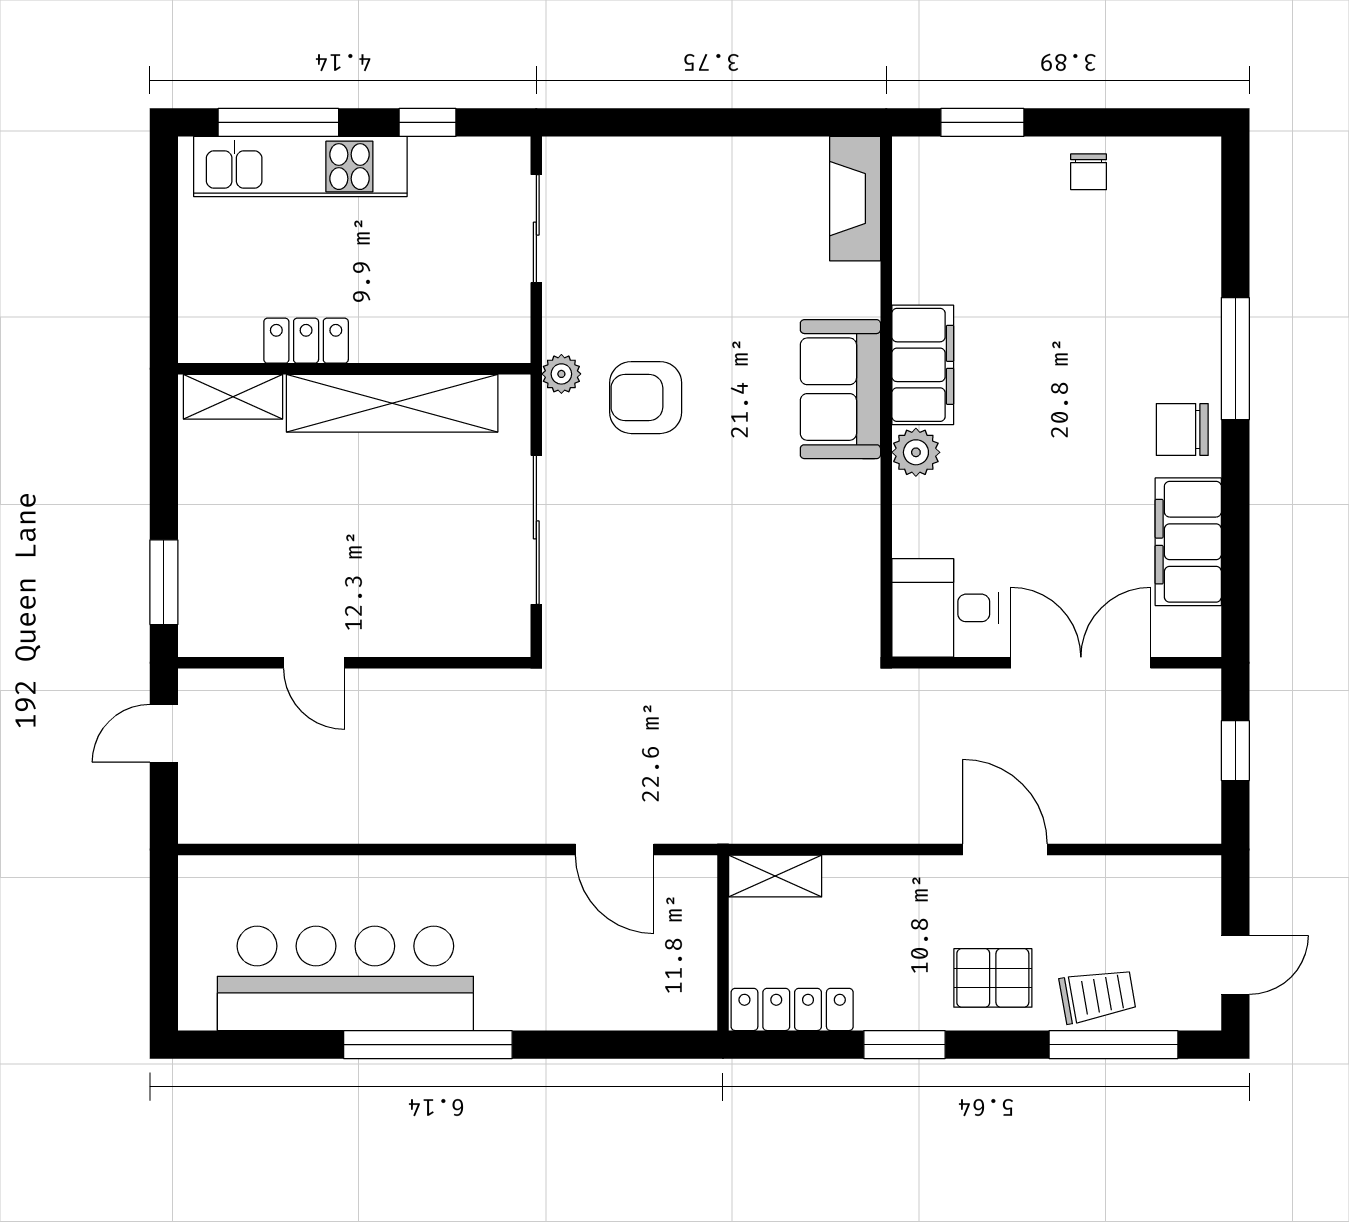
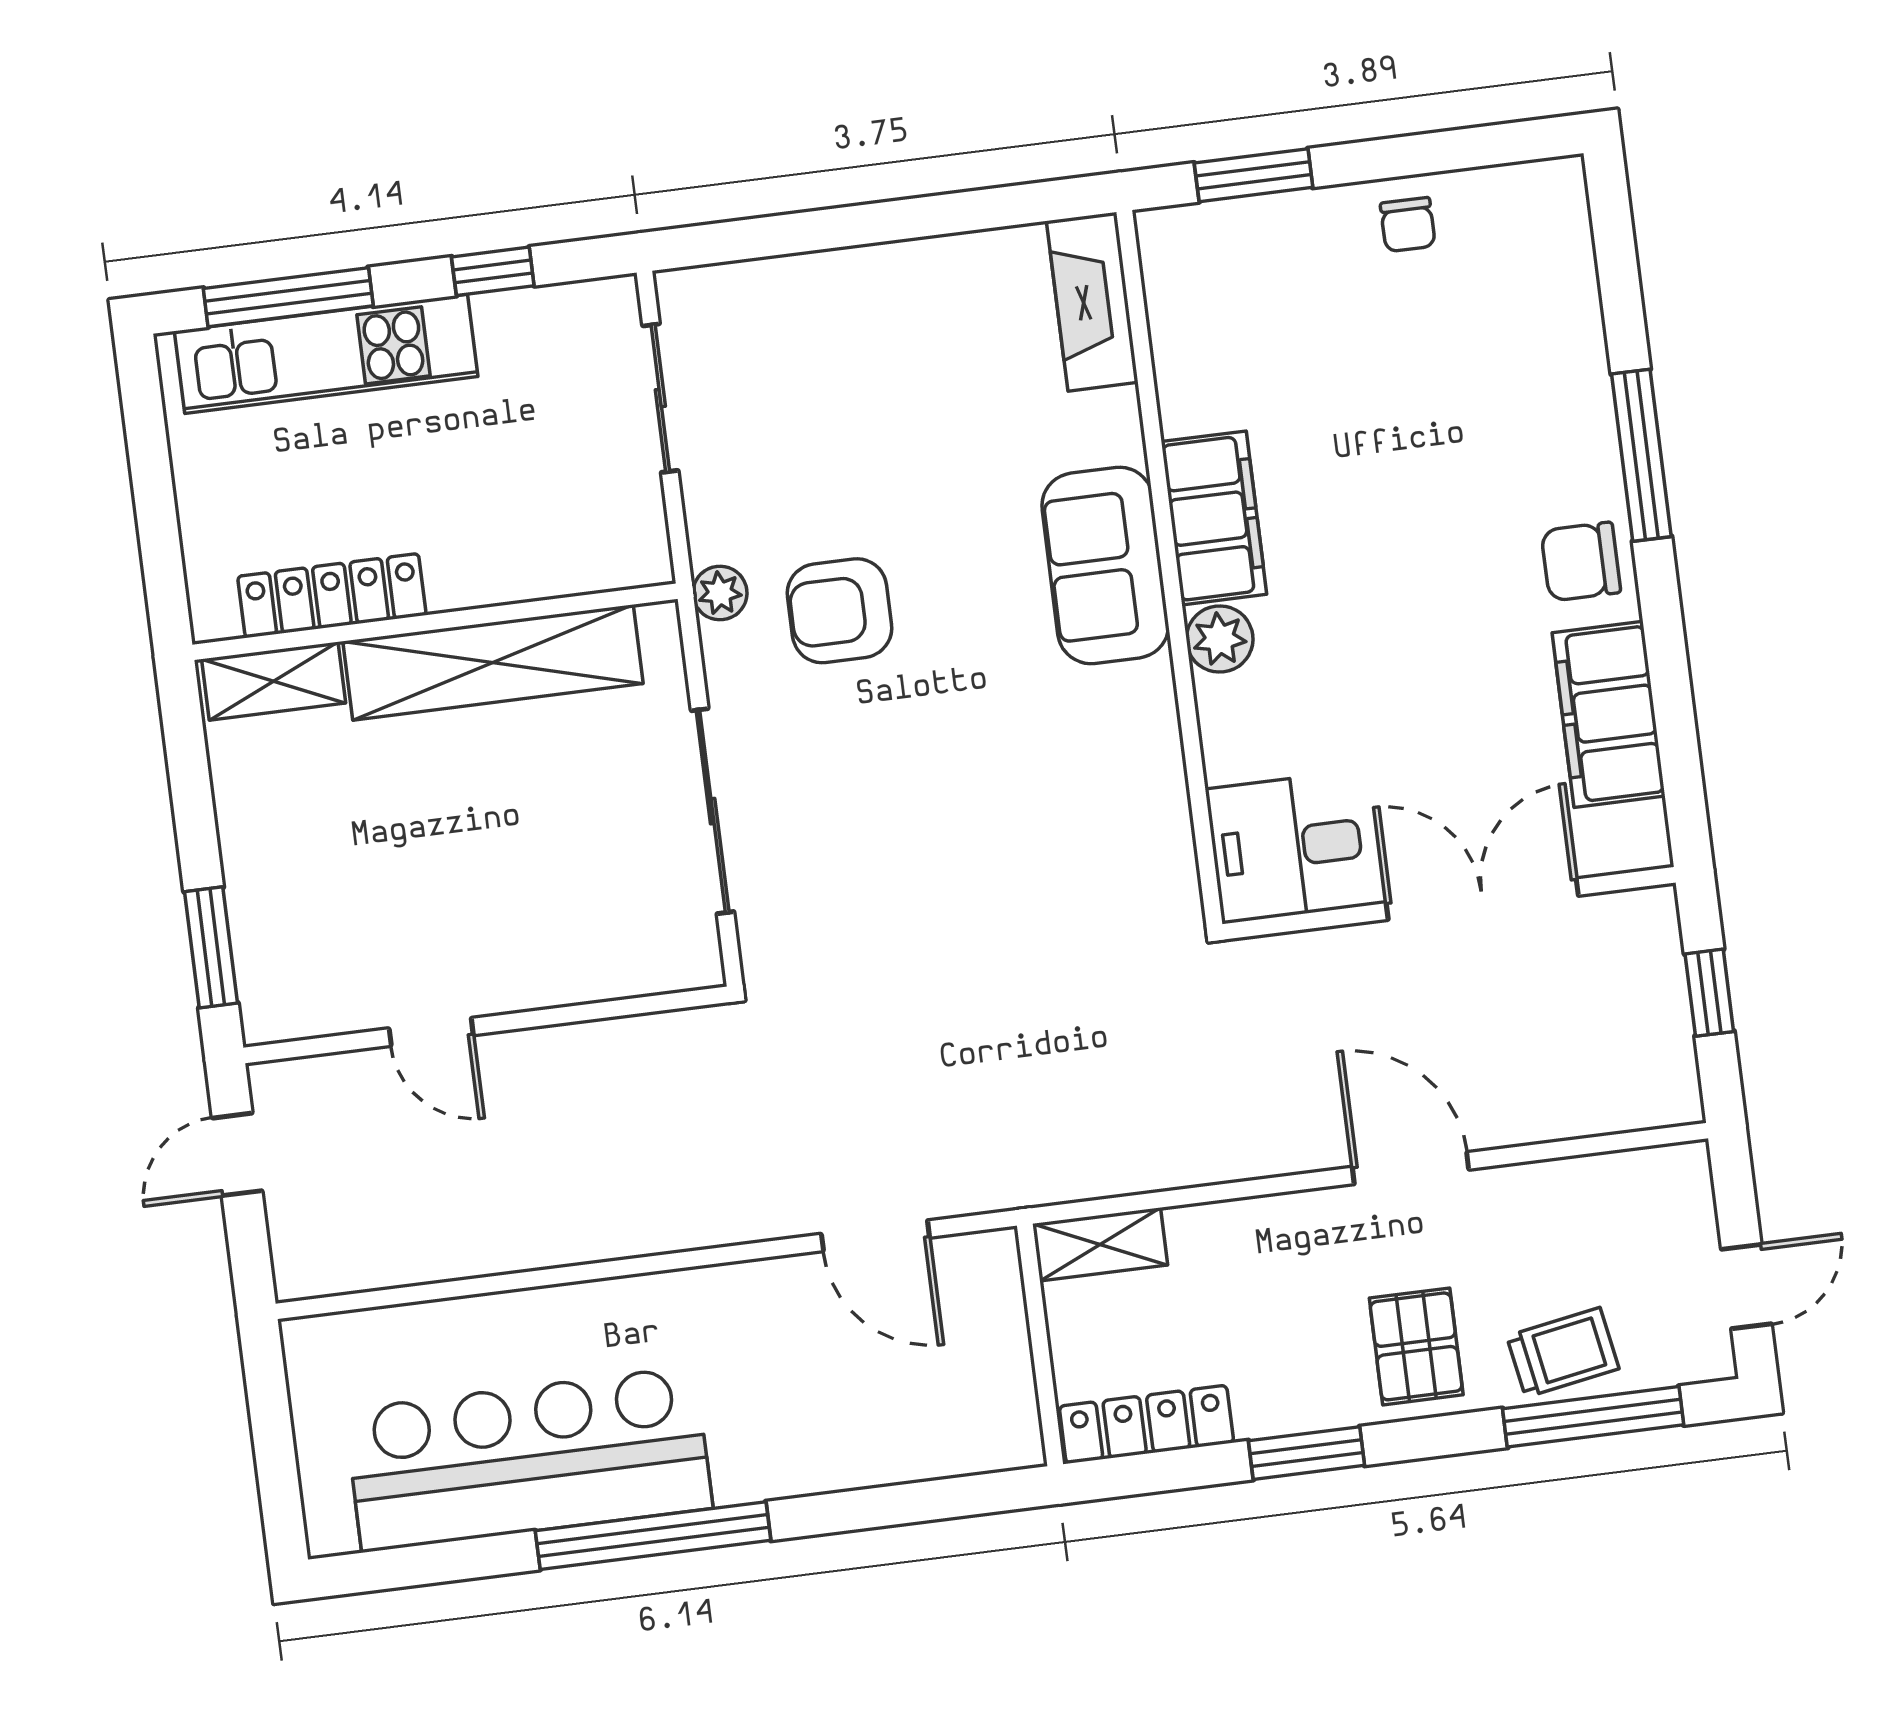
locker: (306, 341) -> (332, 596), width x1.53
pallet: (993, 978) -> (1416, 1346), turned 90

